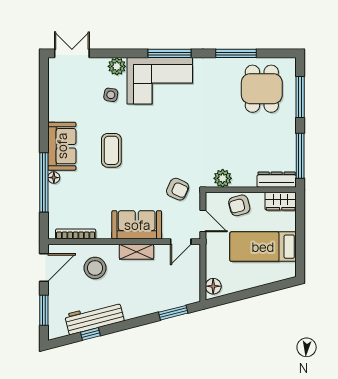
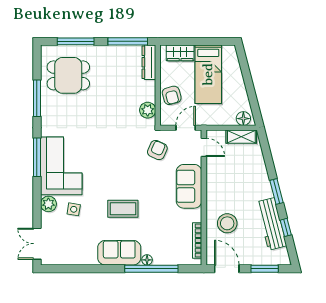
wardrobe: (281, 201) -> (180, 53), moved, turned 90
shelving: (136, 252) -> (241, 137), moved, turned 90
window: (173, 313) -> (277, 192), moved

